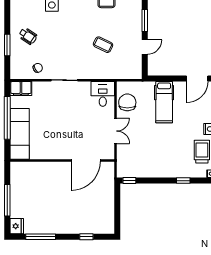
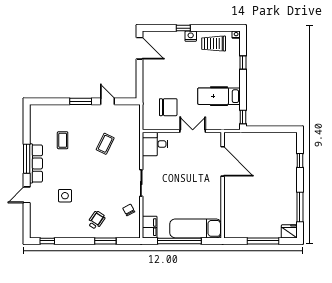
chair: (127, 102) -> (168, 107), moved, turned 180
hospital bed: (164, 102) -> (219, 96), moved, turned 180

